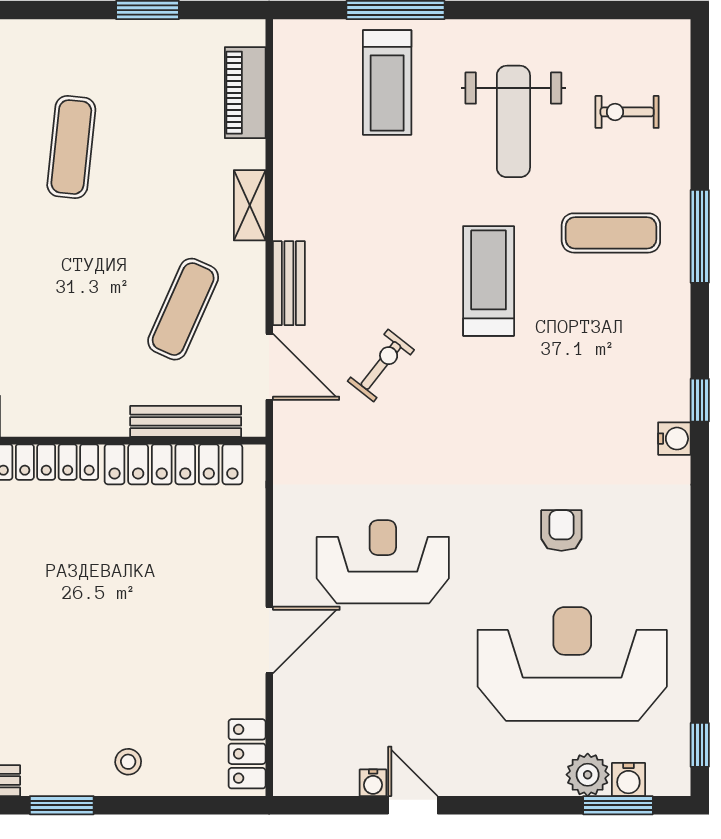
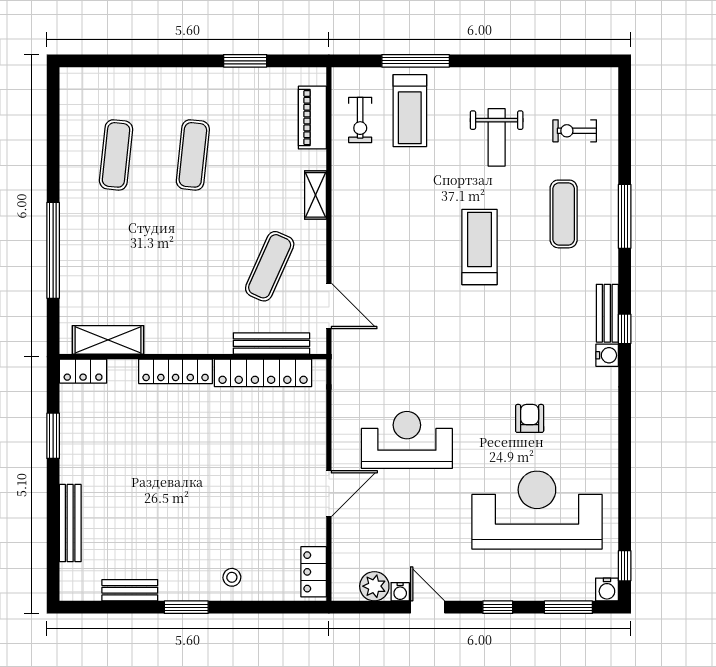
weight bench: (513, 121) -> (497, 137), width x0.73, depth x0.75
exercise mat: (611, 233) -> (564, 214), turned 90
bench: (289, 283) -> (607, 313), moved
exercise bike: (381, 366) -> (360, 120), moved, turned 142
plant: (588, 775) -> (374, 586), moved
water cooler: (628, 779) -> (607, 589), moved
window: (515, 805) -> (498, 607), added

